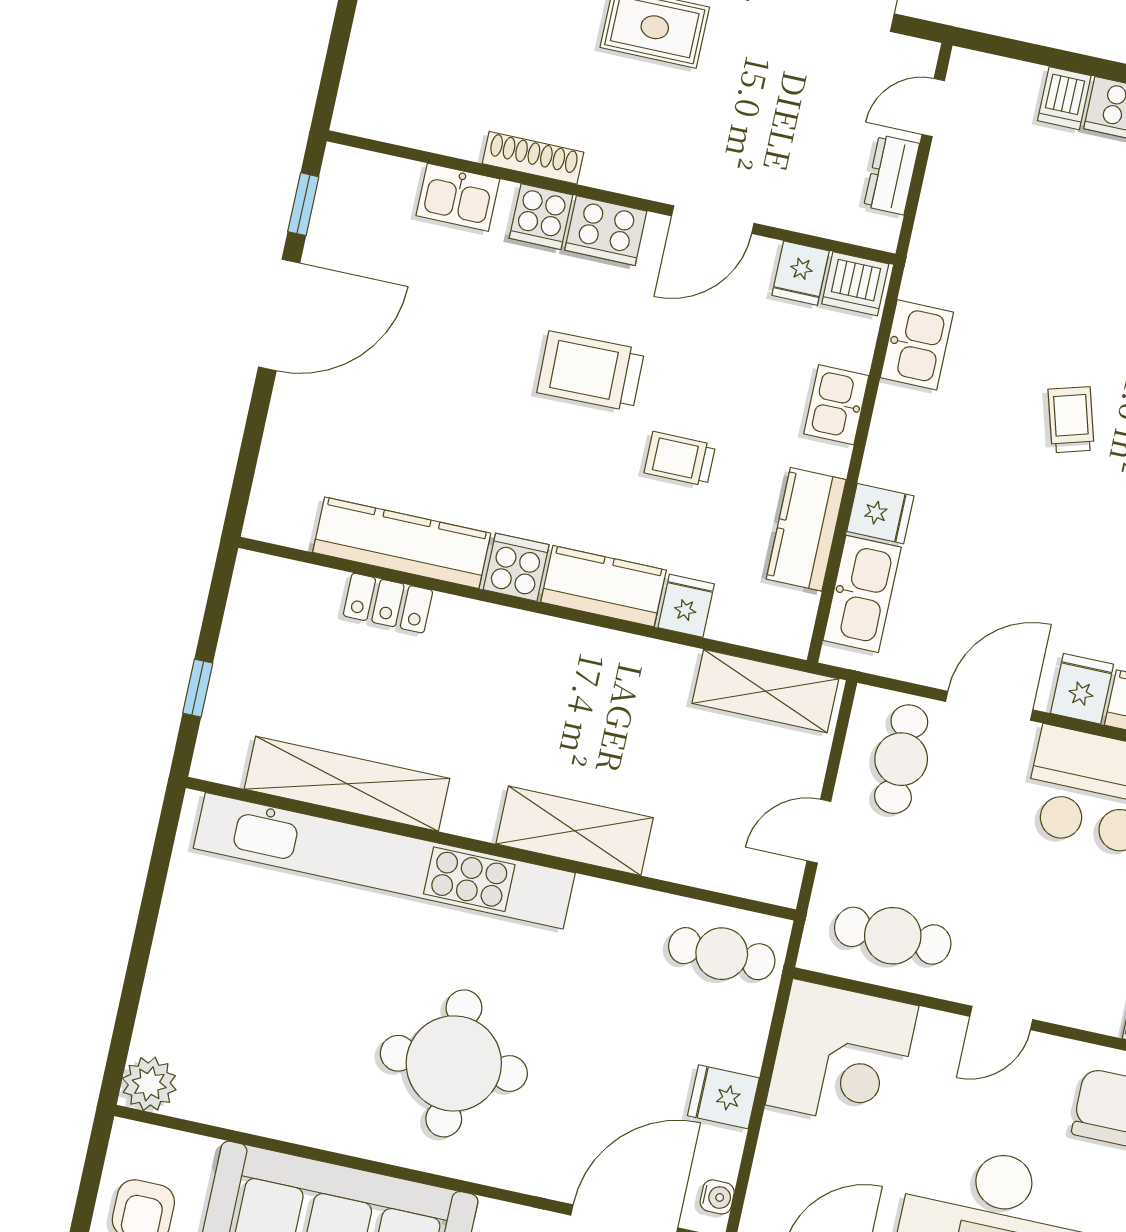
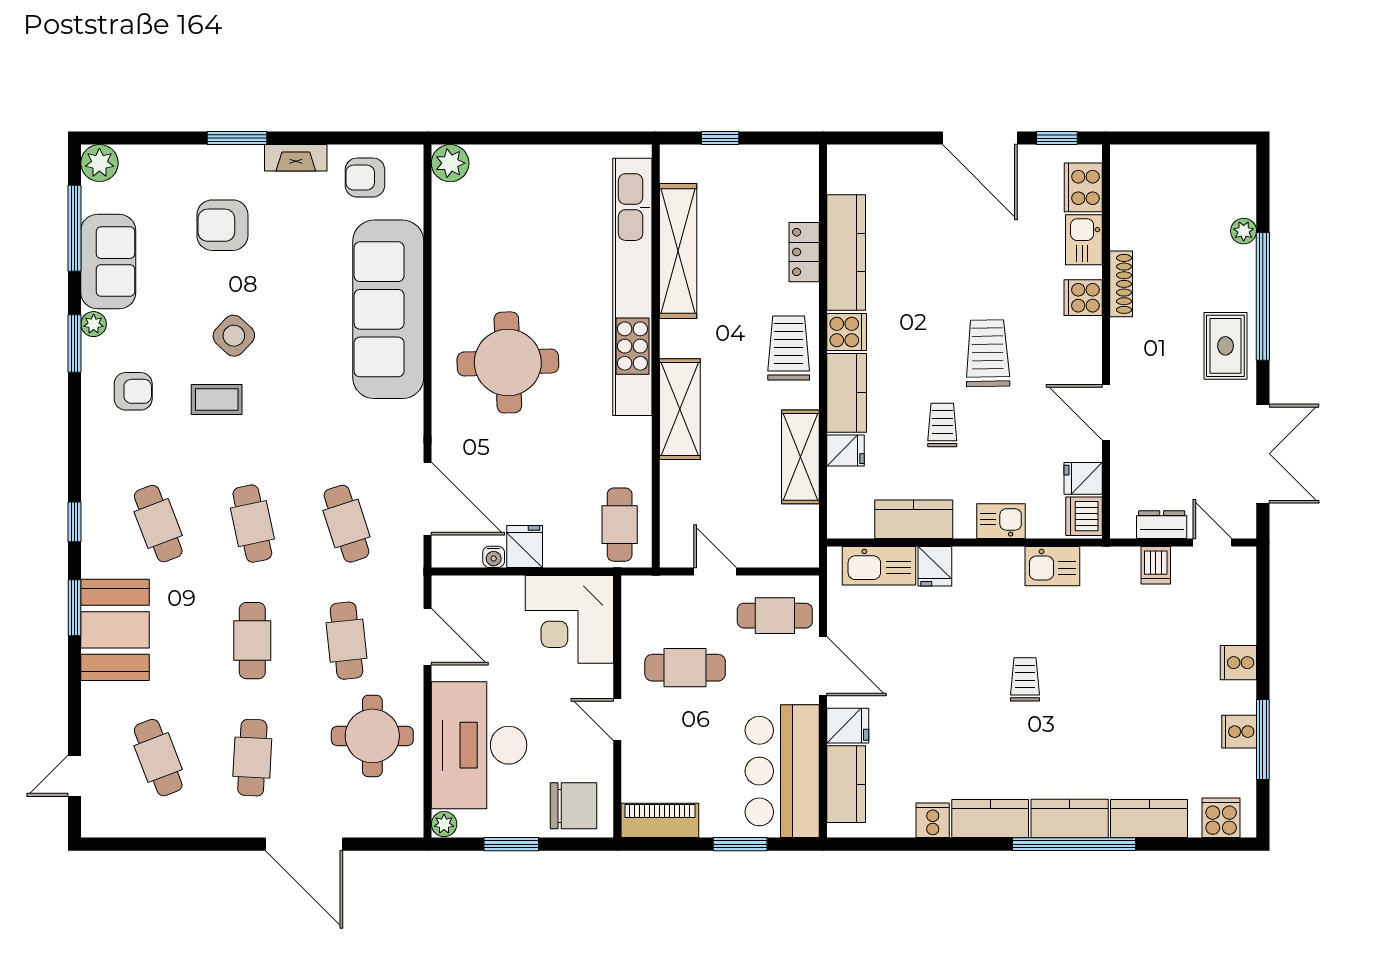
dishwasher: (1064, 98) -> (1156, 565), moved, turned -90
cooker: (606, 231) -> (1083, 187), moved
trolley: (1071, 420) -> (1025, 679), turned -74
trolley: (521, 656) -> (789, 348), added
shelving: (765, 691) -> (800, 457), moved
cafe table: (893, 936) -> (685, 668), moved, turned 90
water cooler: (717, 1197) -> (494, 557), moved

